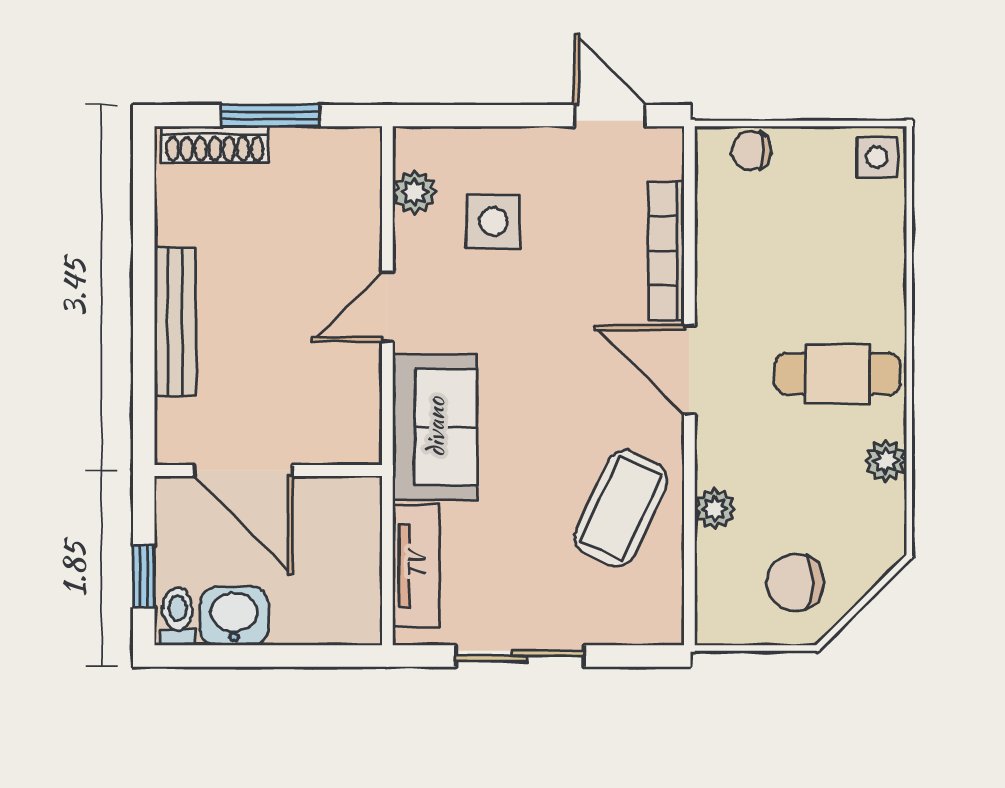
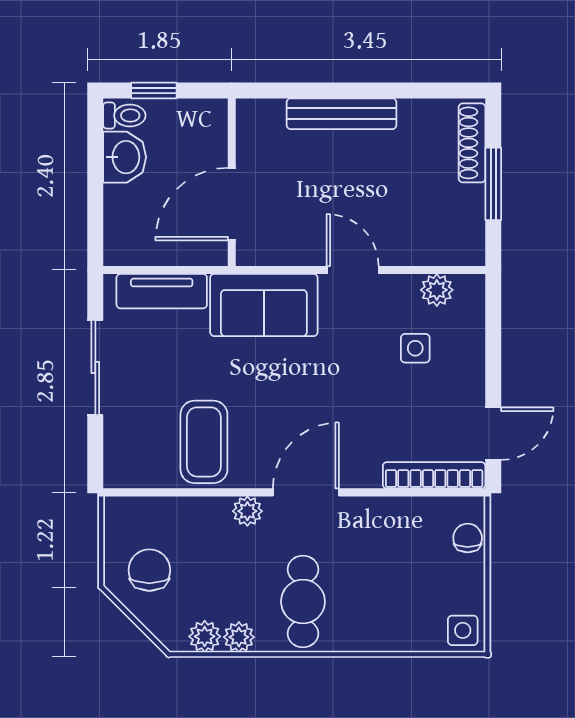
side table: (494, 222) -> (415, 348), width x0.73, depth x0.73
bookcase: (666, 251) -> (434, 475), moved
door: (243, 471) -> (232, 204), moved
plant: (885, 507) -> (205, 636), added
coffee table: (621, 508) -> (204, 442), turned 65
plant: (715, 509) -> (247, 511), moved

